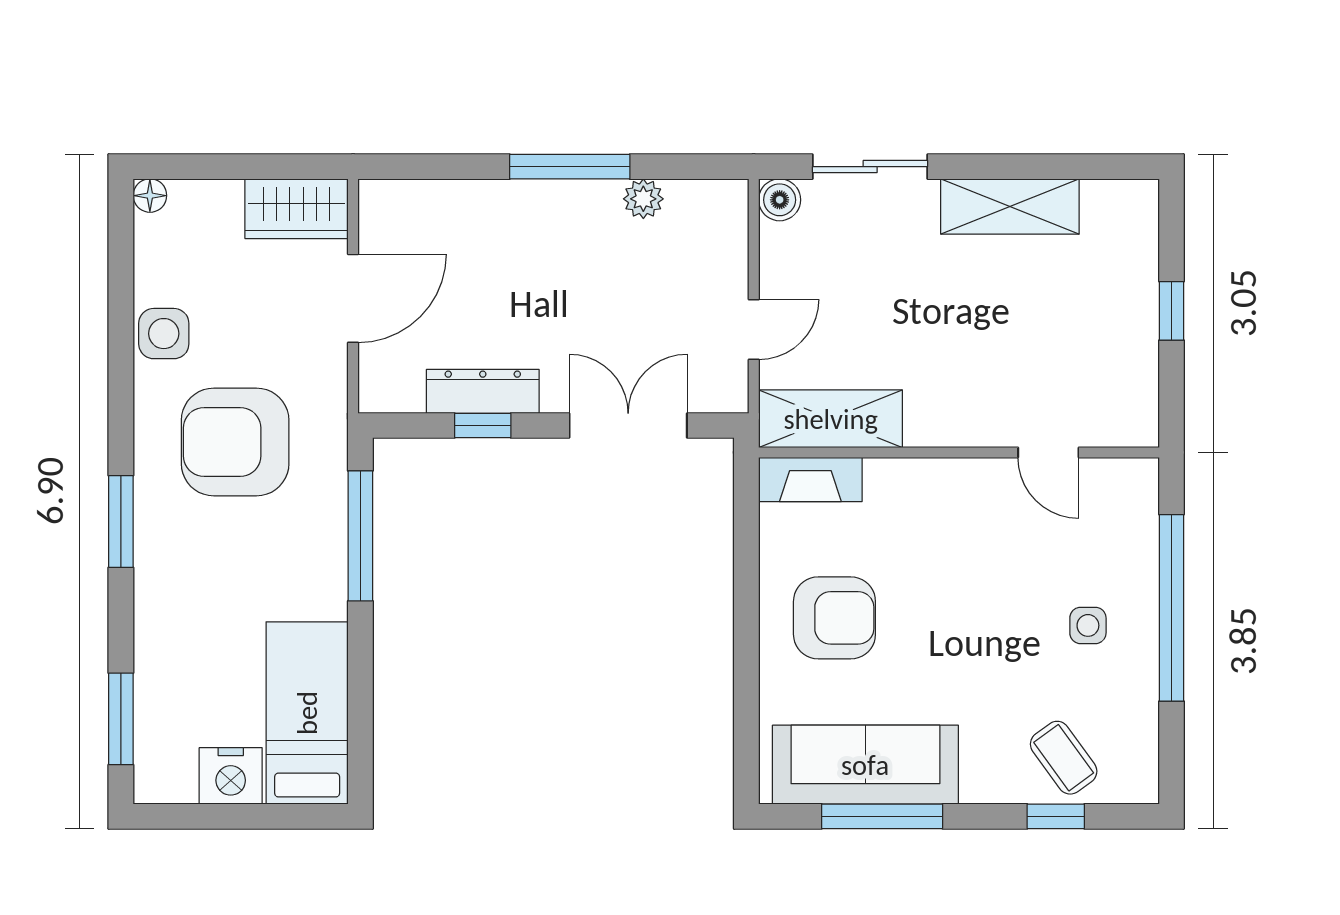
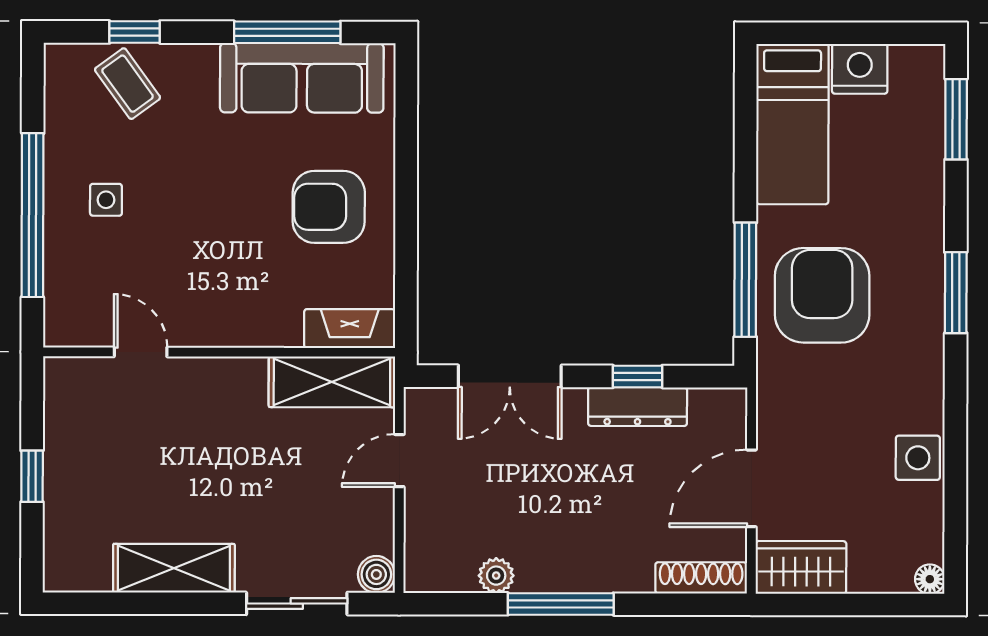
shoe rack: (410, 197) -> (701, 578), added
armchair: (235, 442) -> (822, 295), moved, turned -90

